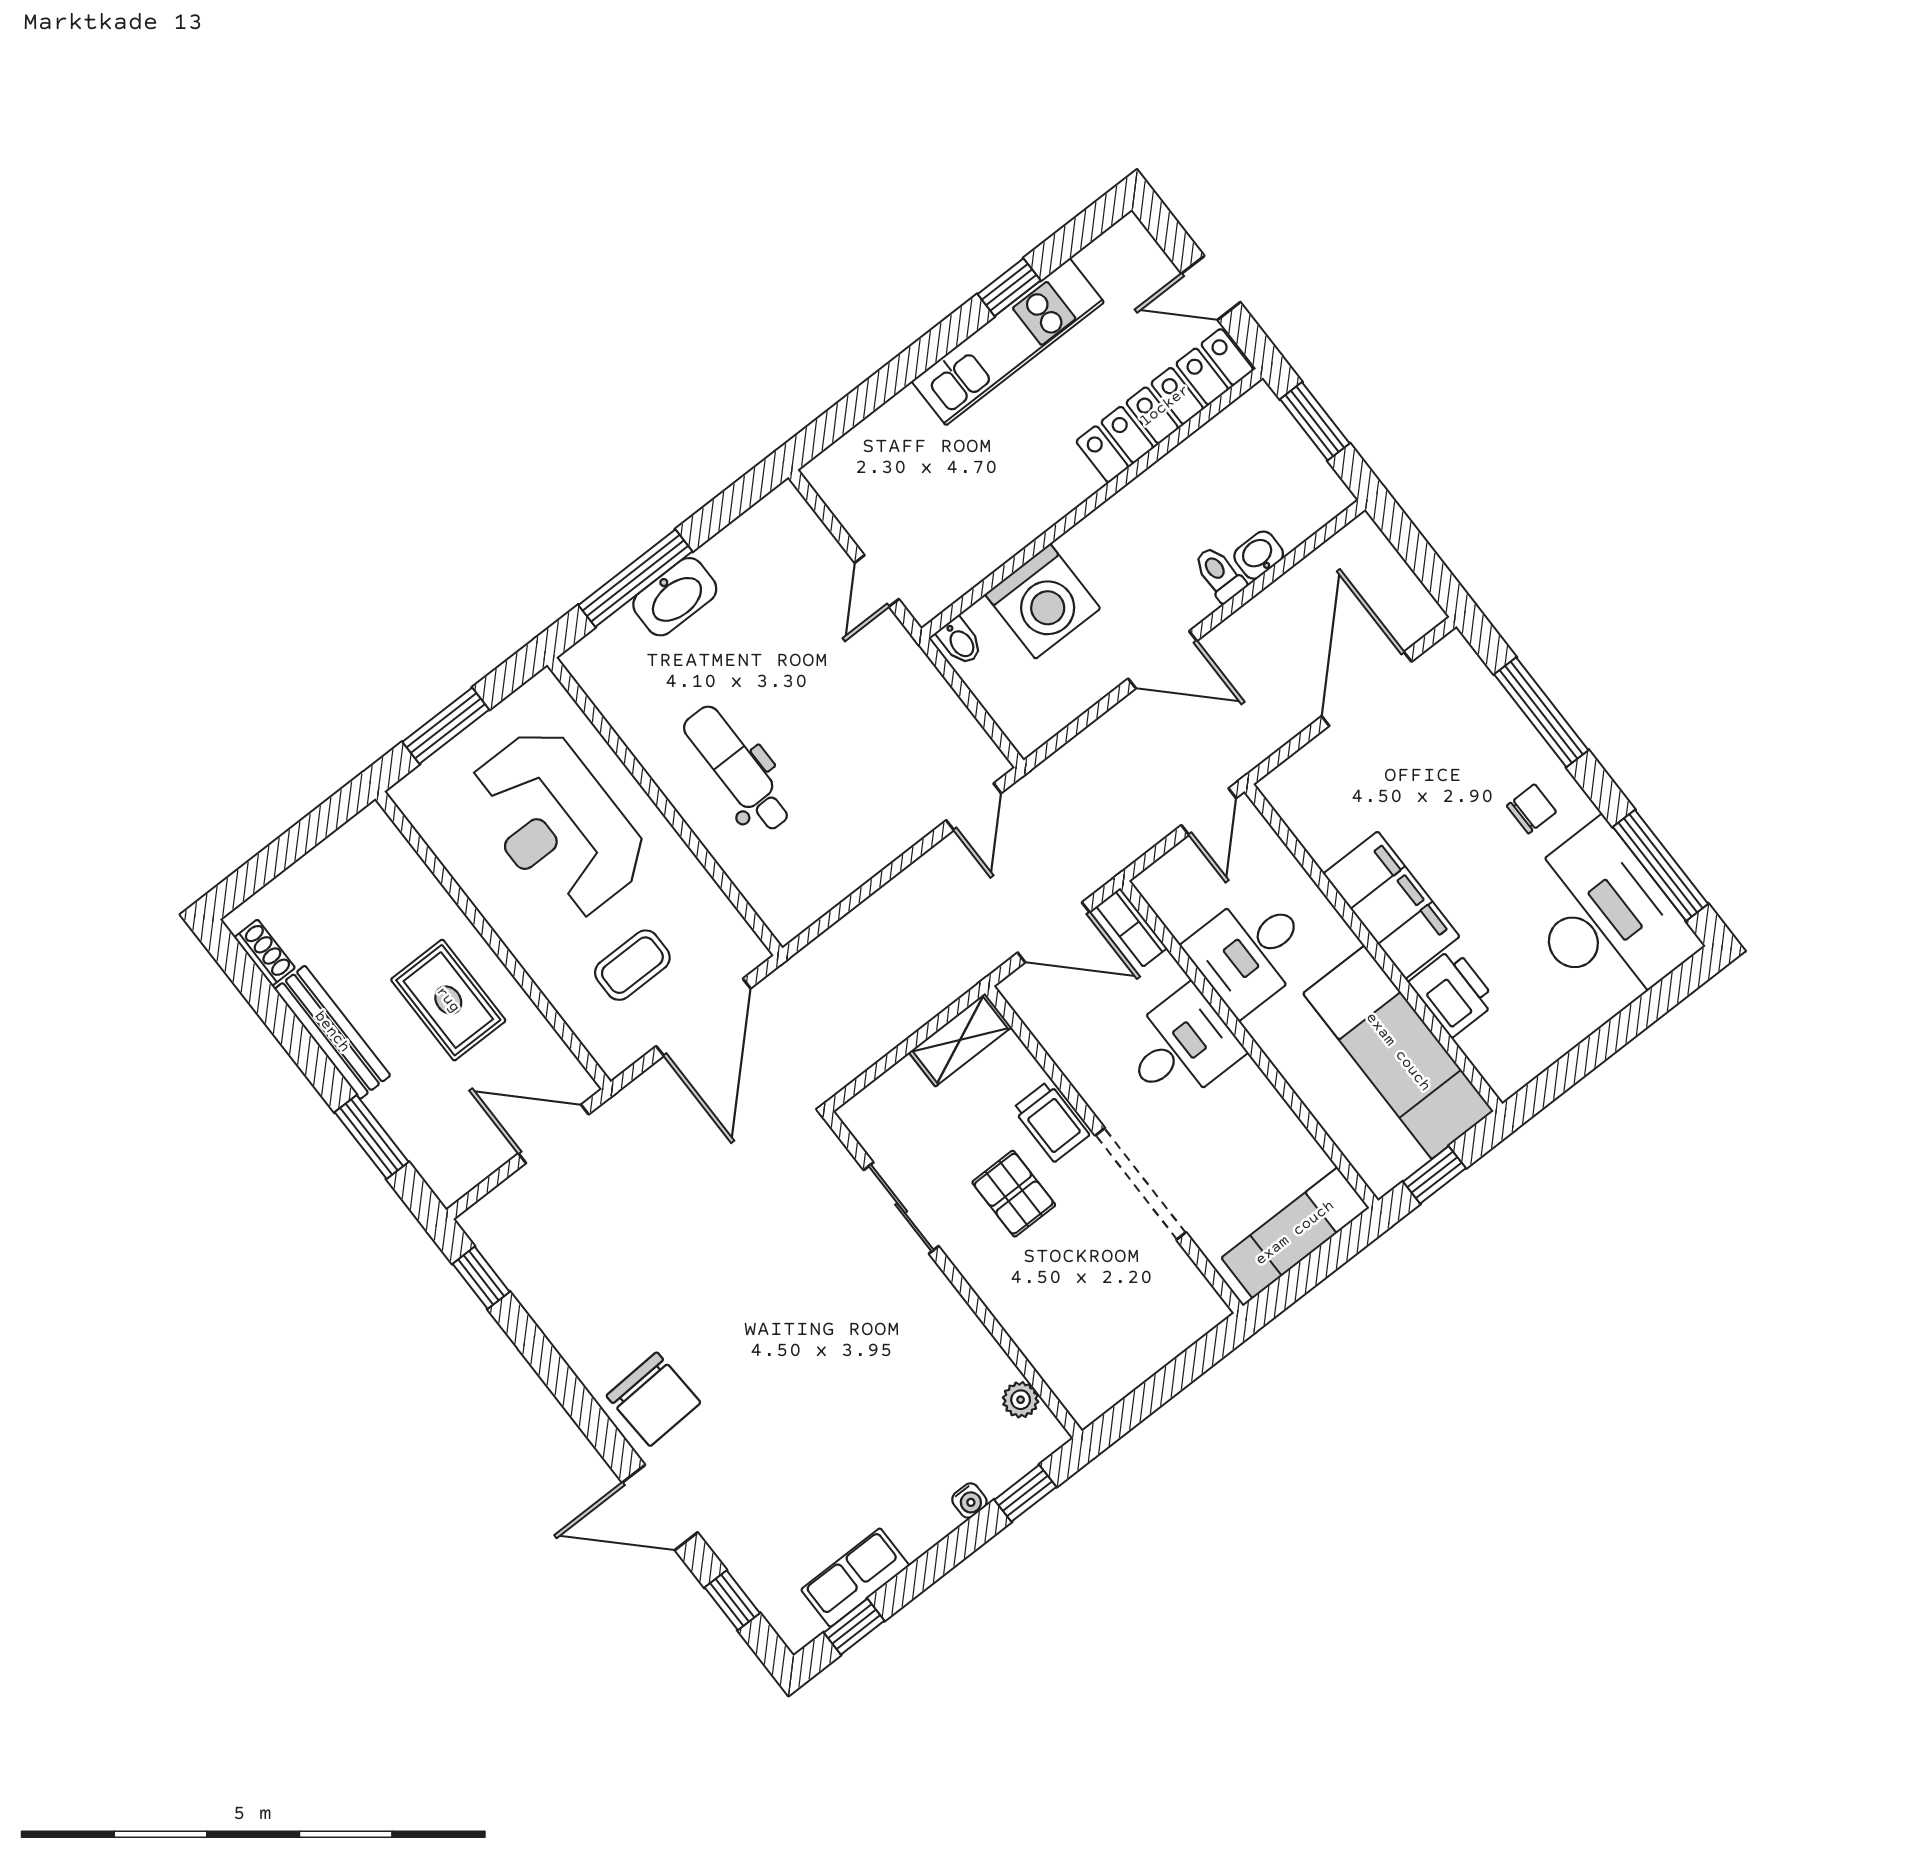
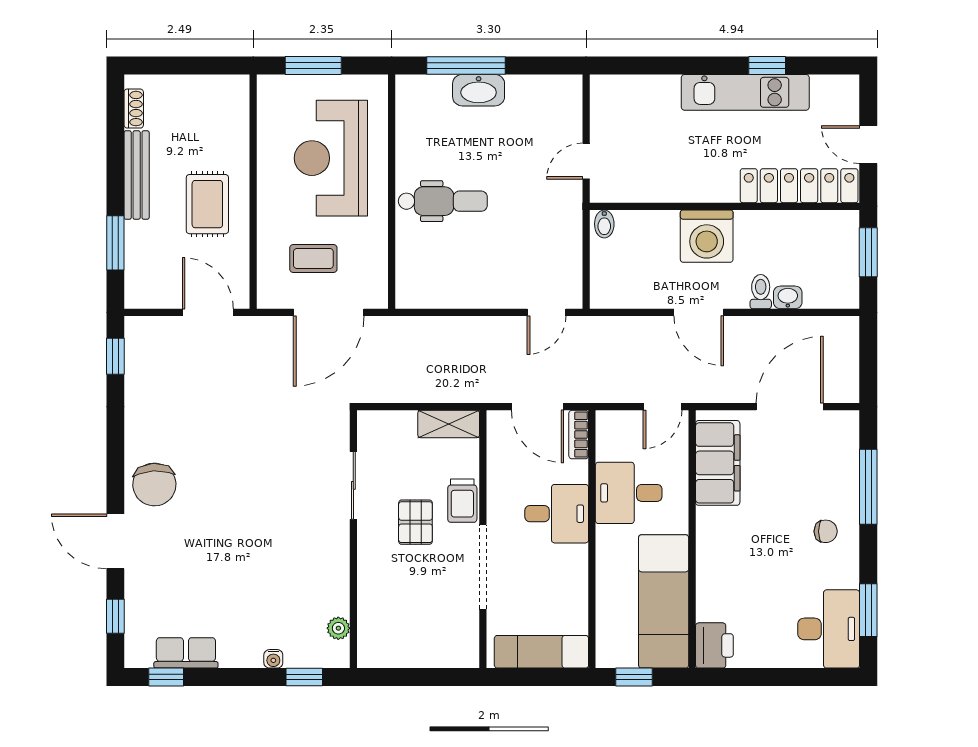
washing machine: (1043, 601) -> (707, 236), moved
dental chair: (738, 769) -> (443, 201), turned 90
window: (1661, 865) -> (868, 610), width x0.69
filing cabinet: (1391, 905) -> (718, 463), moved
desk: (1604, 918) -> (829, 629), width x0.73, depth x0.77
printer: (1453, 992) -> (714, 645), moved

